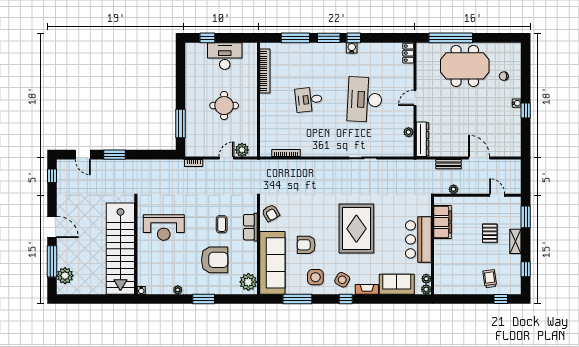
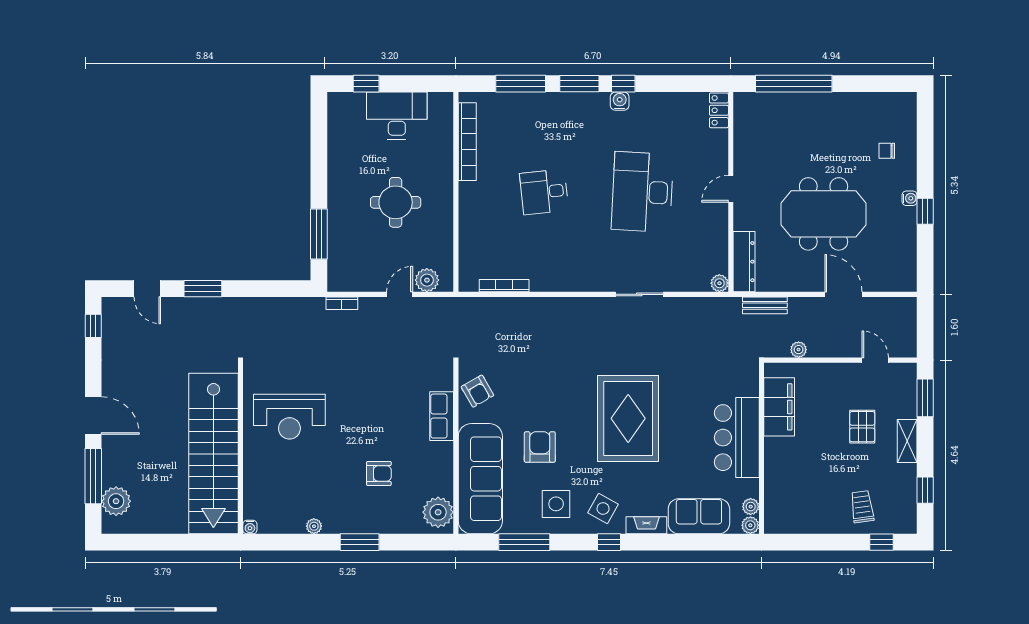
meeting table: (465, 66) -> (824, 214), moved
plant: (409, 132) -> (719, 283), moved
bench: (448, 164) -> (765, 305), moved
coffee table: (222, 224) -> (391, 411), removed
armchair: (306, 245) -> (540, 447), turned 90
armchair: (215, 260) -> (379, 473), width x0.53, depth x0.53

